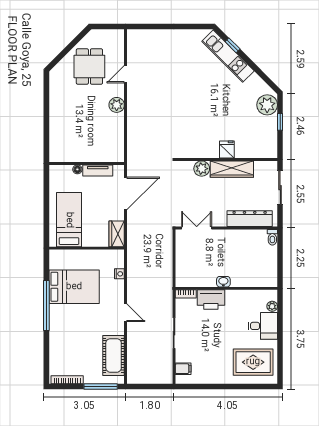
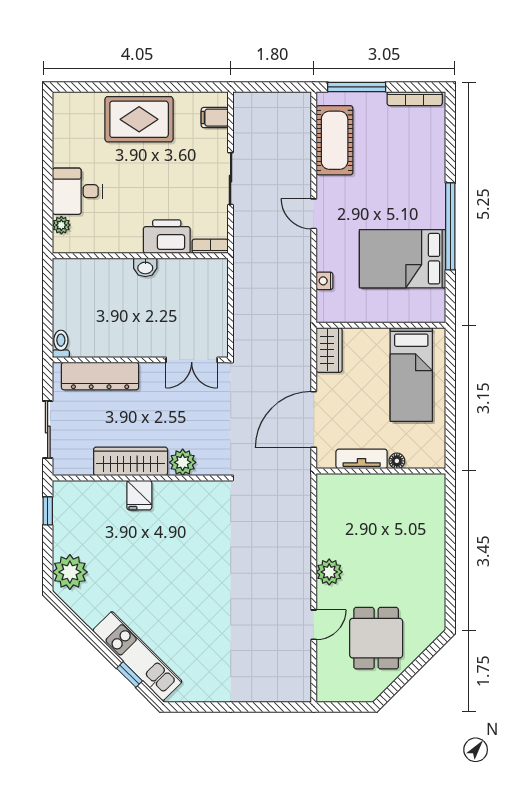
window: (280, 122) -> (48, 511), moved
rug: (253, 362) -> (139, 119), moved

